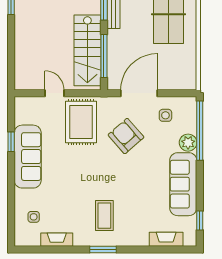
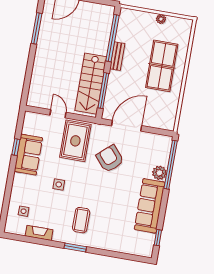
side table: (165, 115) -> (59, 184), moved
sofa: (28, 157) -> (28, 155), width x0.73
fireplace: (166, 239) -> (128, 248), removed

